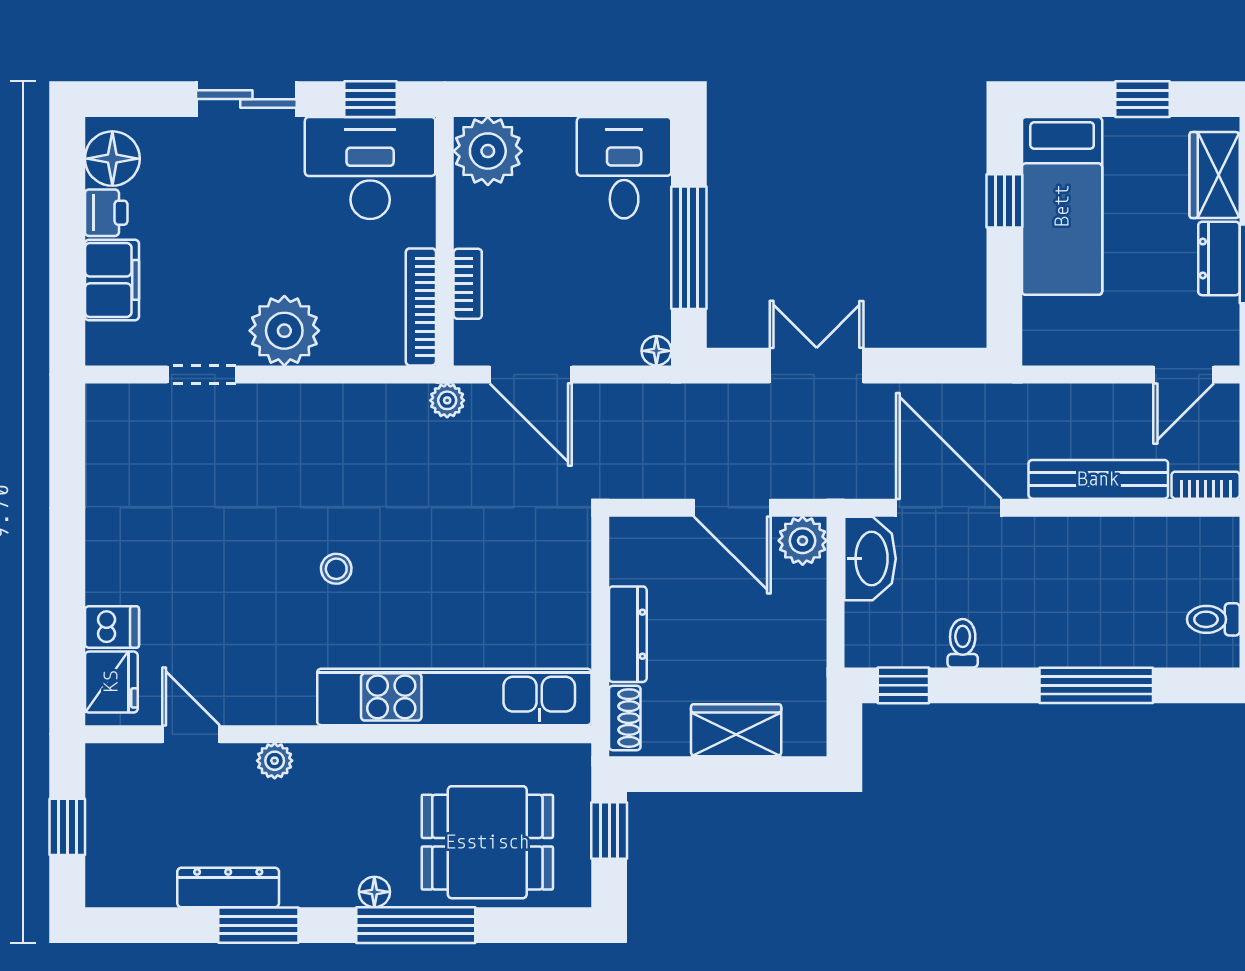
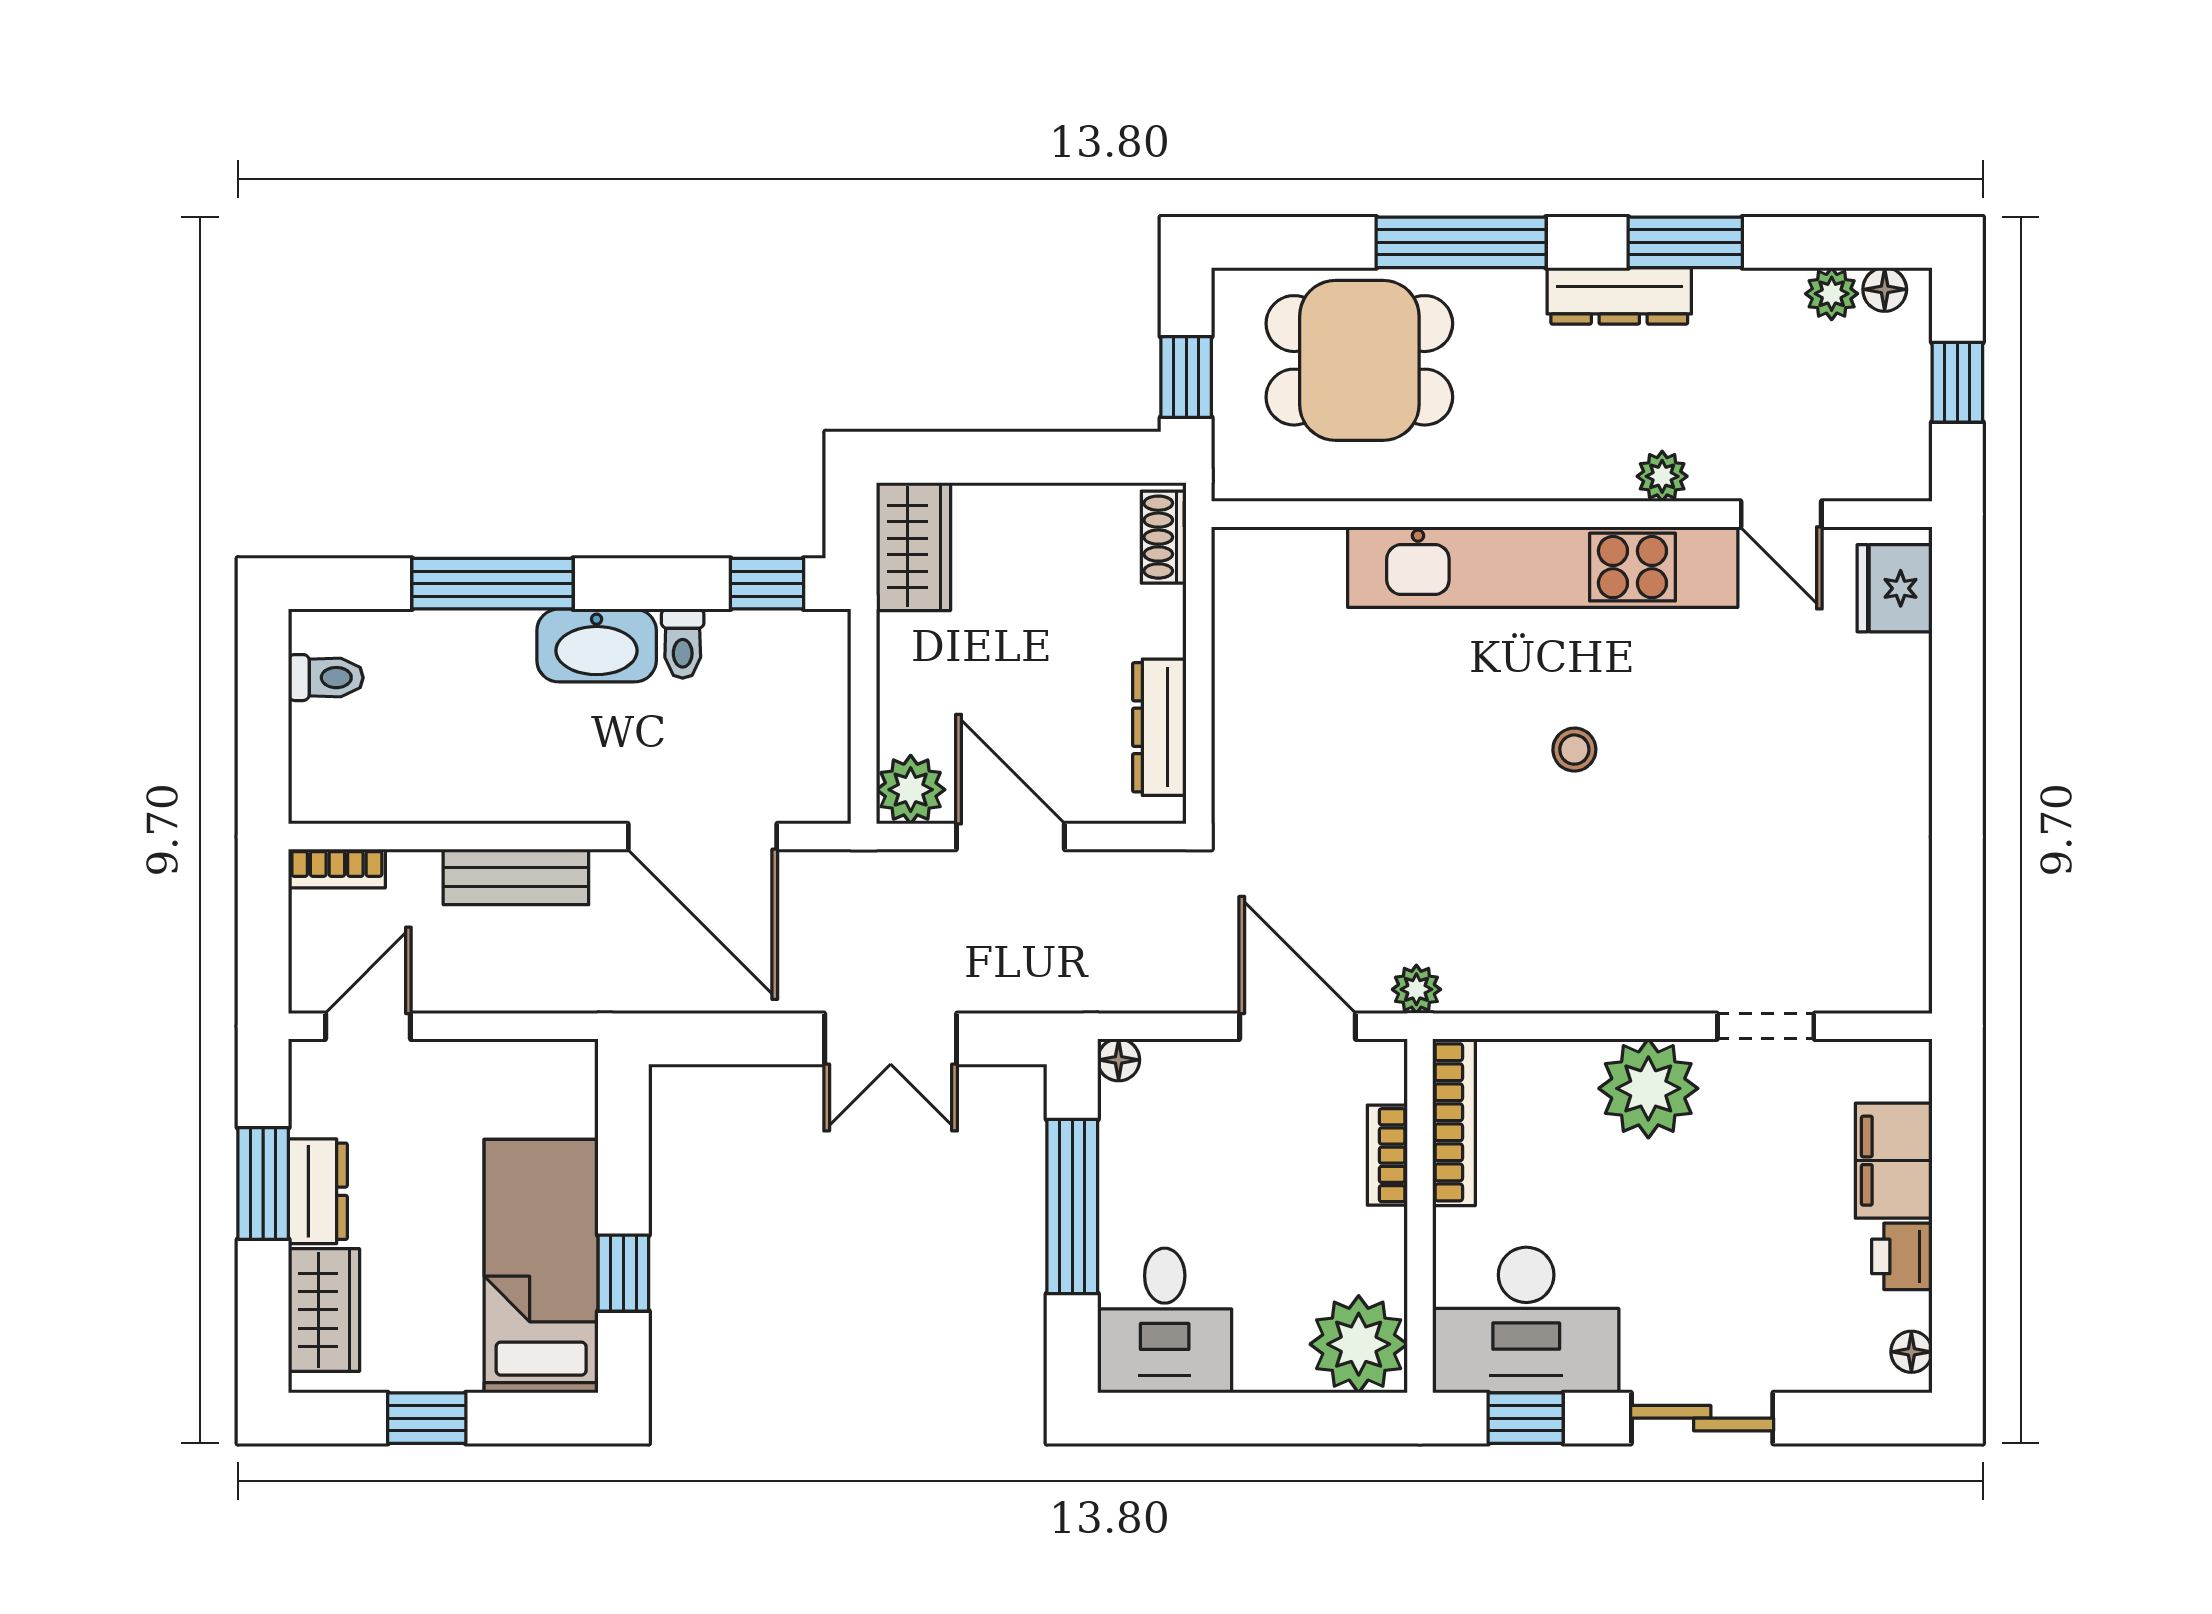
floor lamp: (112, 159) -> (1911, 1352), width x0.53, depth x0.53
bench: (1098, 479) -> (516, 877), width x0.73
washbasin: (870, 559) -> (597, 645), moved, turned -90
dishwasher: (112, 627) -> (1894, 667), removed
dresser: (628, 634) -> (1159, 727), moved
kitchen unit: (454, 697) -> (1543, 567), moved
wardrobe: (736, 730) -> (913, 547), moved, turned -90
dresser: (228, 887) -> (1619, 296), moved
plant: (156, 889) -> (1832, 294), added
floor lamp: (374, 892) -> (1885, 289), moved

